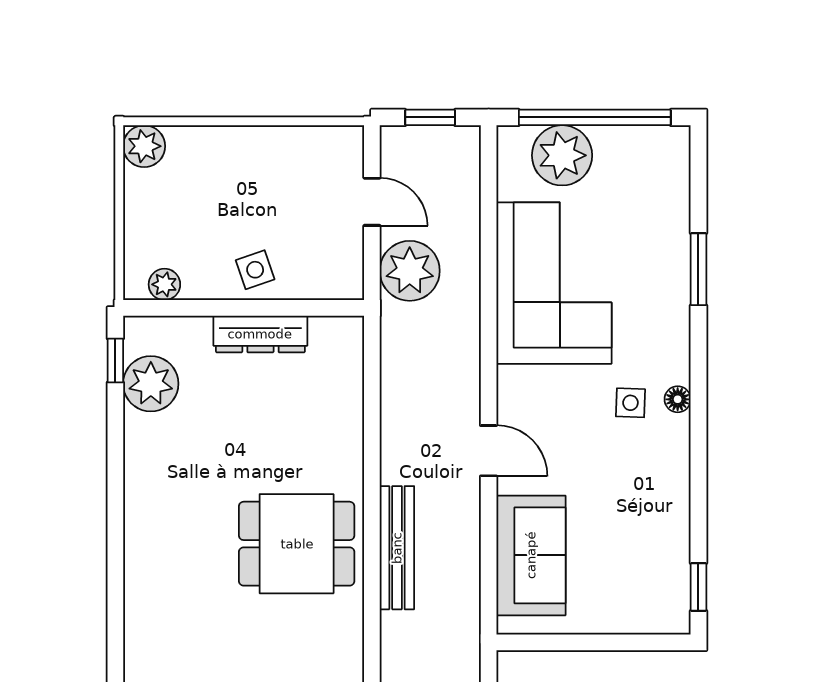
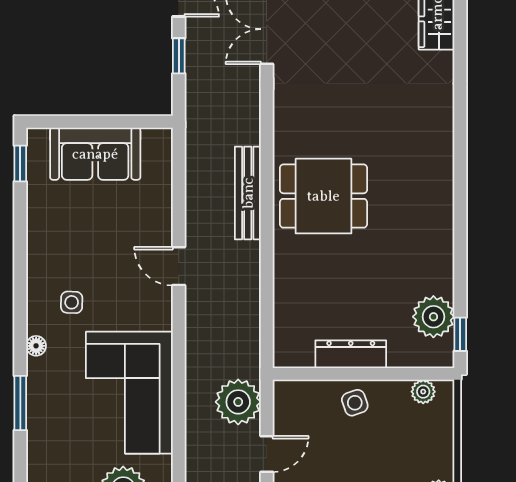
door: (372, 202) -> (267, 454), swing flipped
floor lamp: (678, 399) -> (36, 346), moved
sofa: (531, 555) -> (95, 154), moved, turned -90

